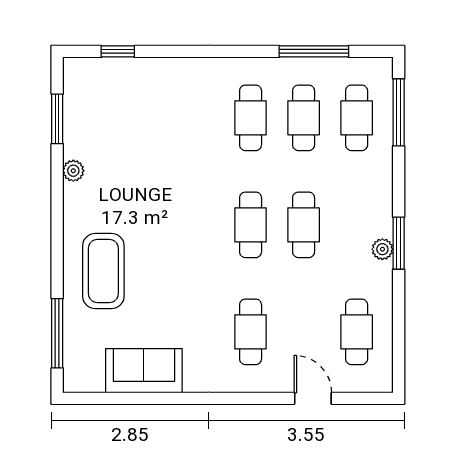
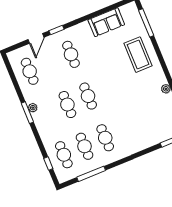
window: (399, 112) -> (48, 164), width x0.46
window: (260, 398) -> (57, 30), added
door: (313, 398) -> (36, 38), hinge flipped

